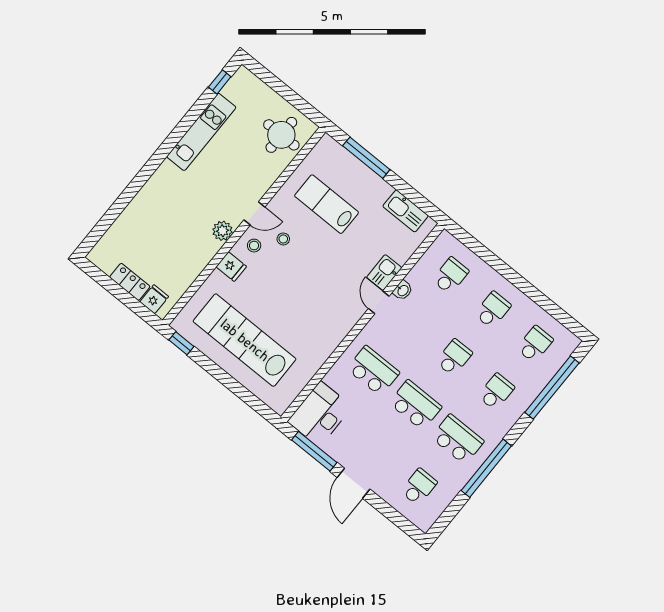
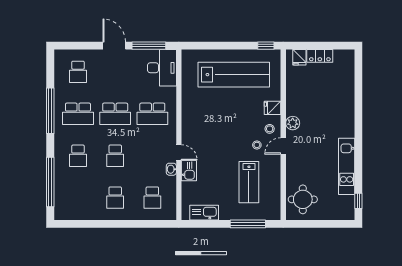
lab bench: (327, 204) -> (249, 182), turned 90
school desk: (535, 344) -> (78, 198), removed

